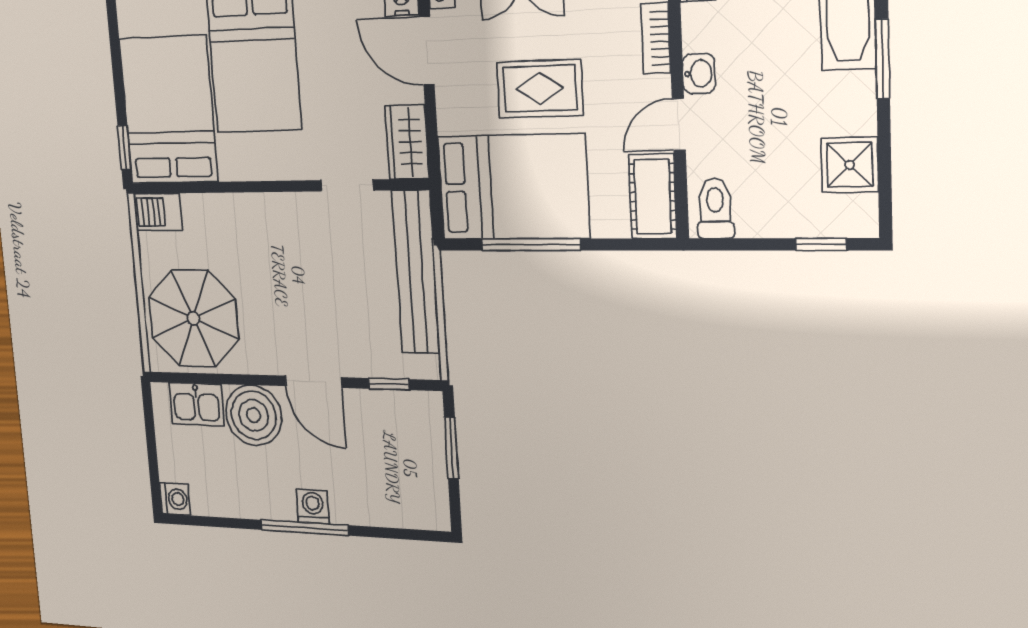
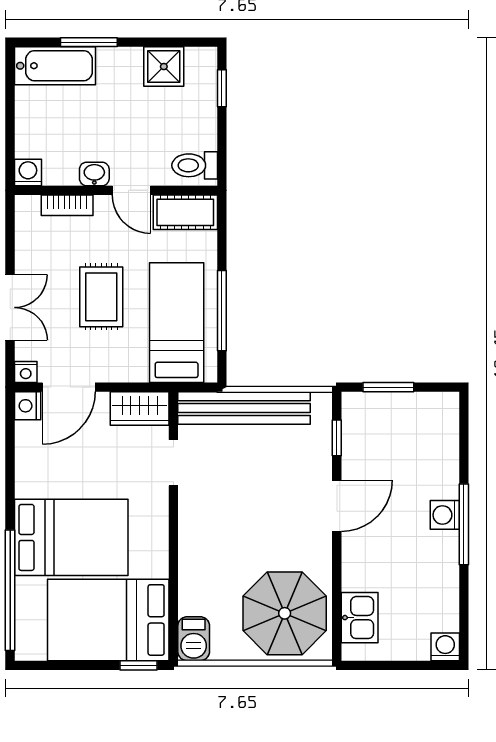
bed: (513, 187) -> (177, 323), width x0.67
boiler: (254, 415) -> (367, 564), removed

